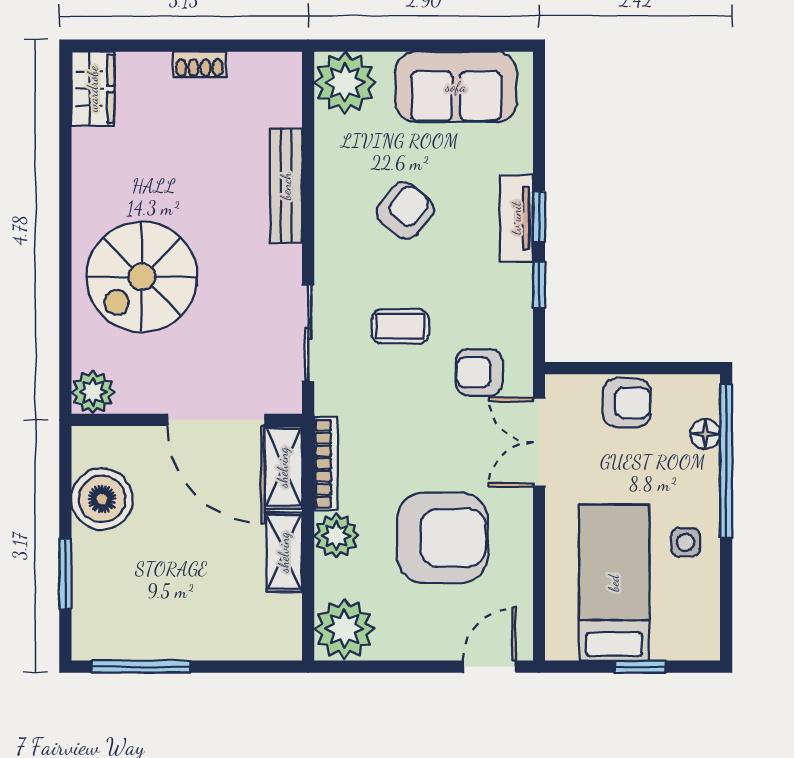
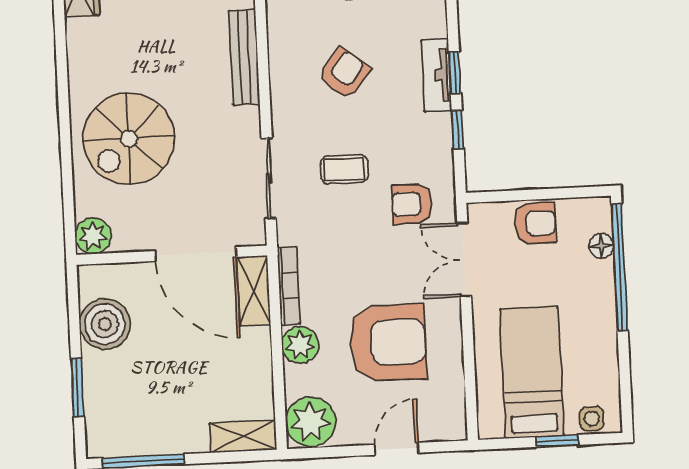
side table: (686, 542) -> (592, 419), moved
shelving: (284, 552) -> (243, 436), moved, turned 90
door: (489, 667) -> (396, 449), moved

